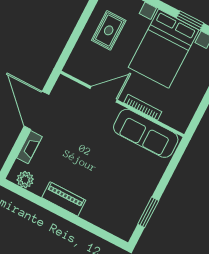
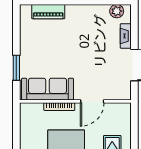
piano: (64, 199) -> (48, 12), moved
window: (148, 212) -> (16, 68), moved

